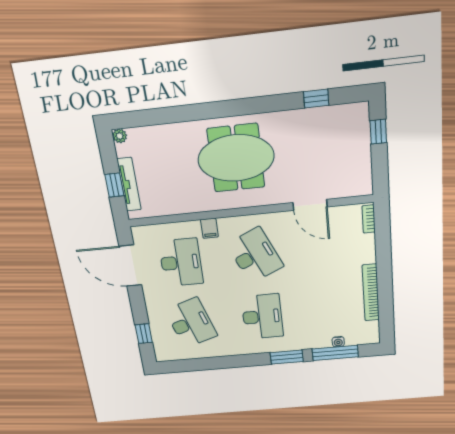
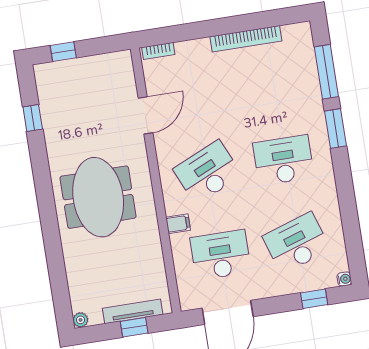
water cooler: (338, 342) -> (344, 279), moved

